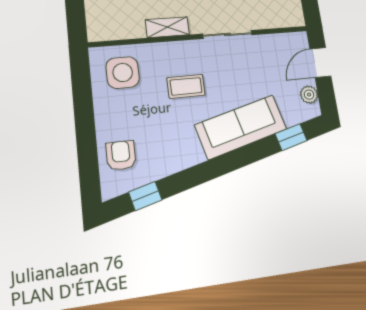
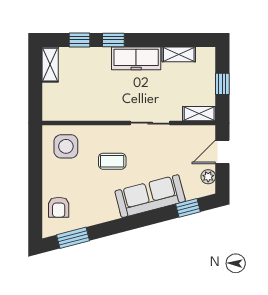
shelving: (167, 27) -> (199, 114), moved
armchair: (121, 155) -> (59, 207), turned 180
window: (145, 196) -> (73, 238), width x1.50

